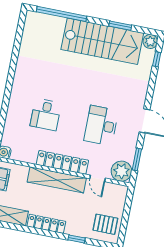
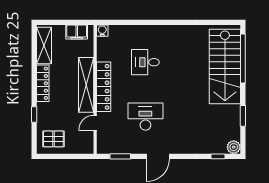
stairs: (102, 41) -> (225, 67), moved
plant: (121, 171) -> (106, 144), removed
pallet: (105, 224) -> (53, 139), turned 90

